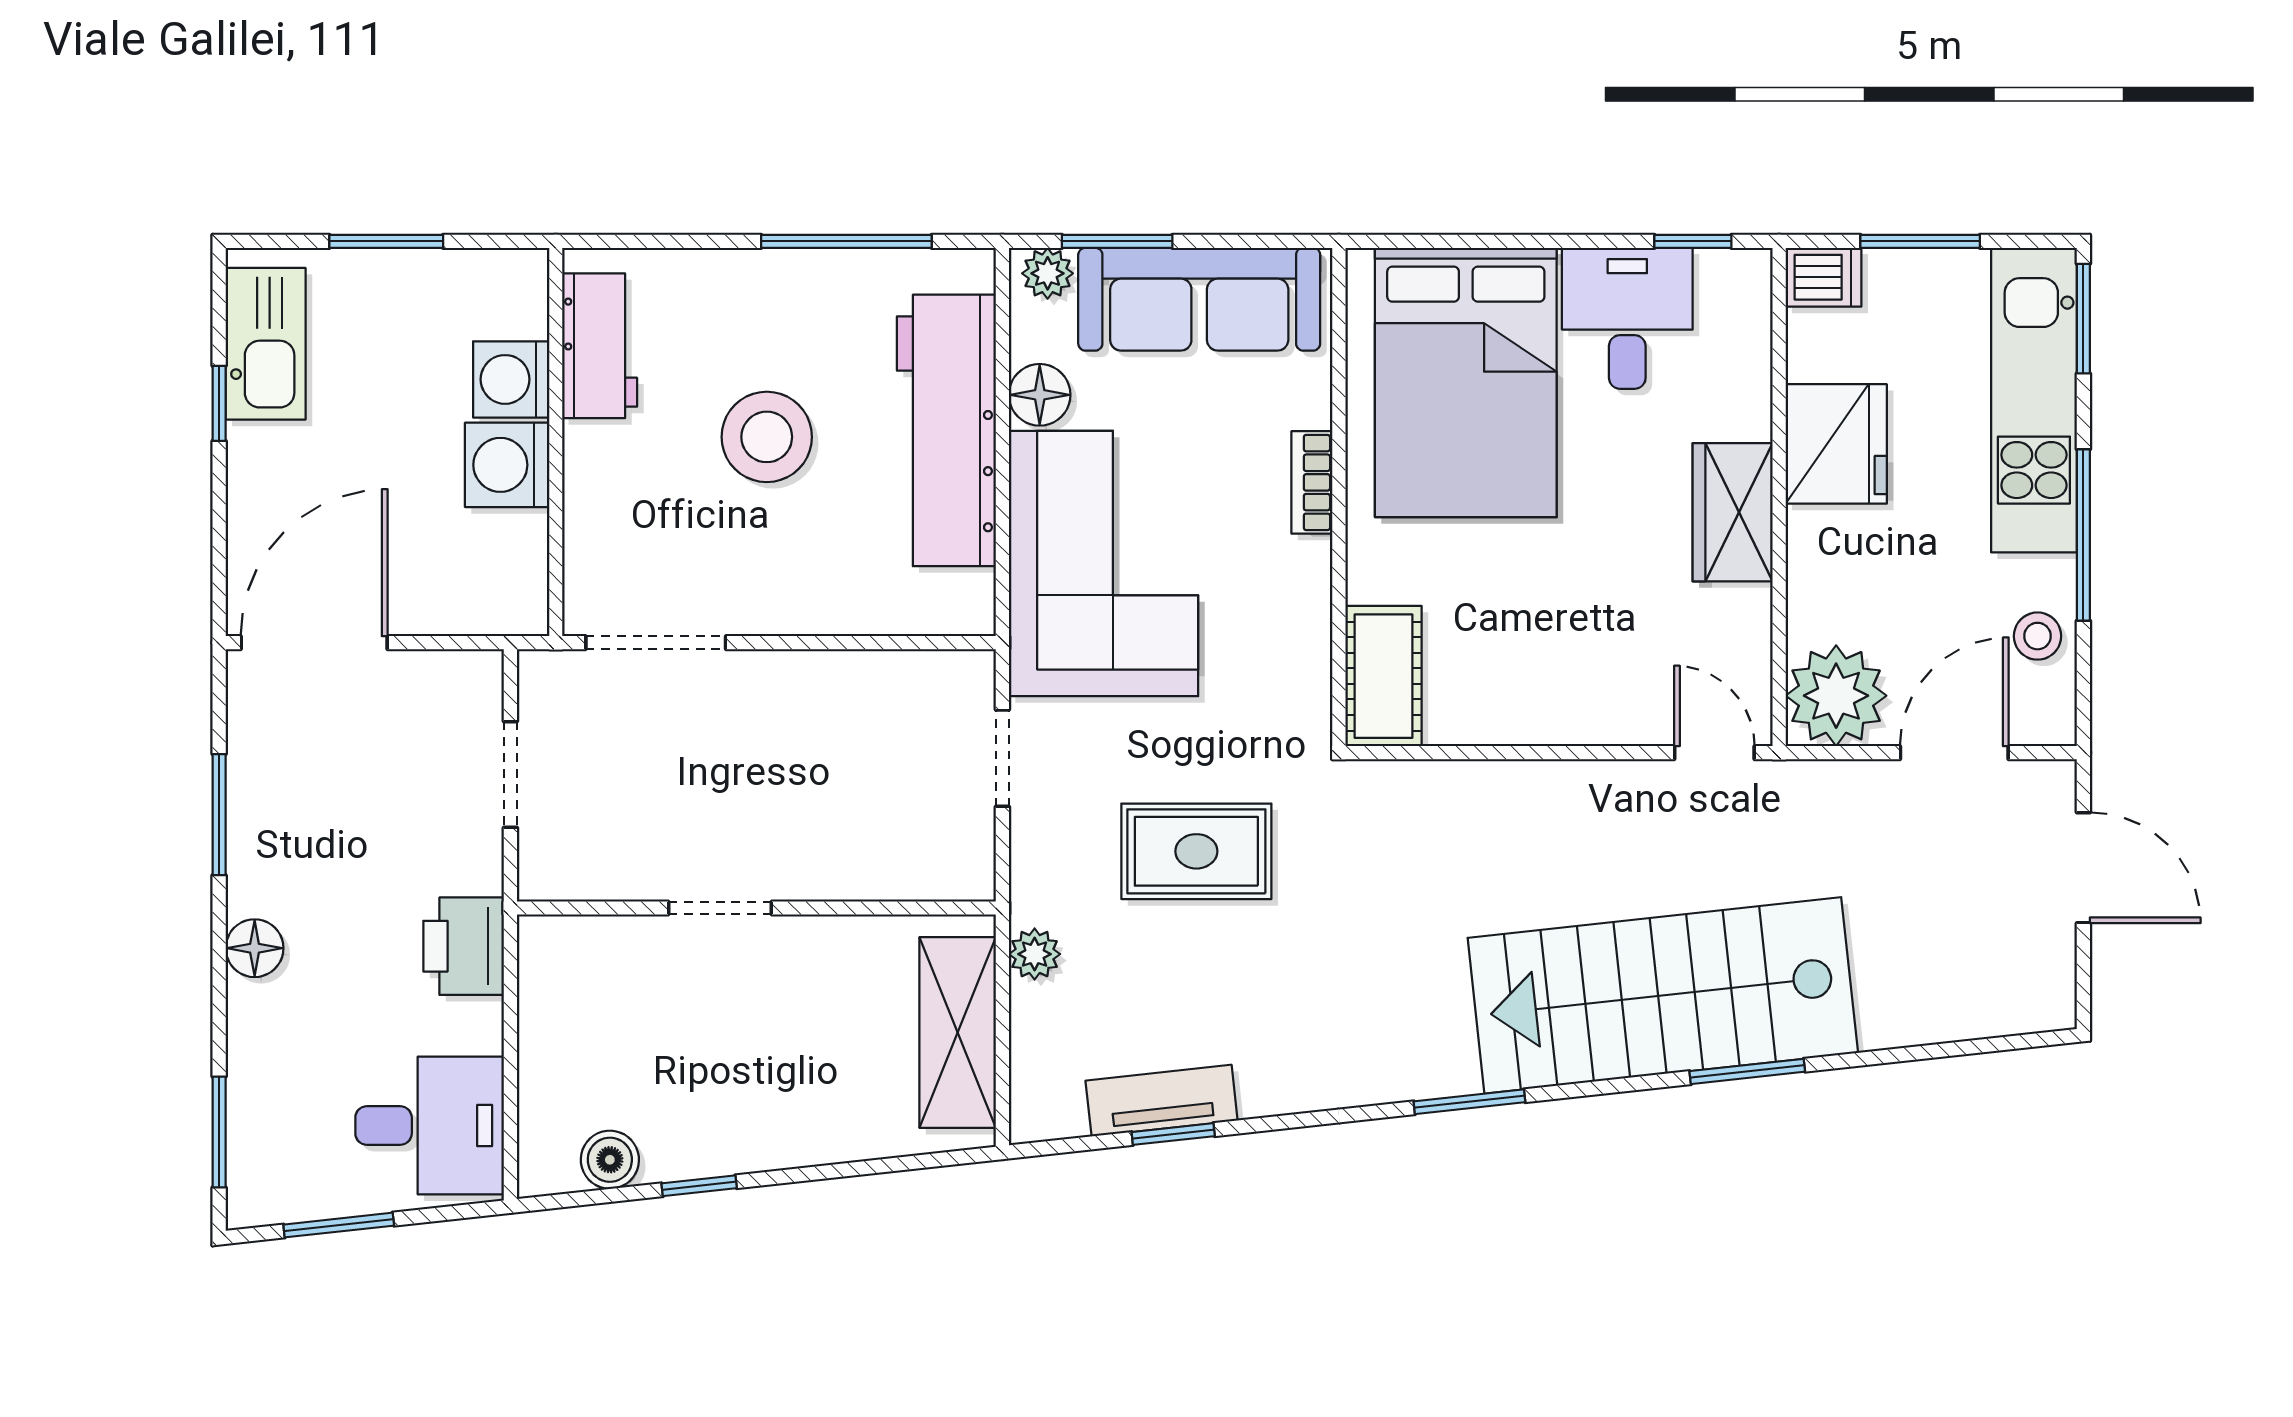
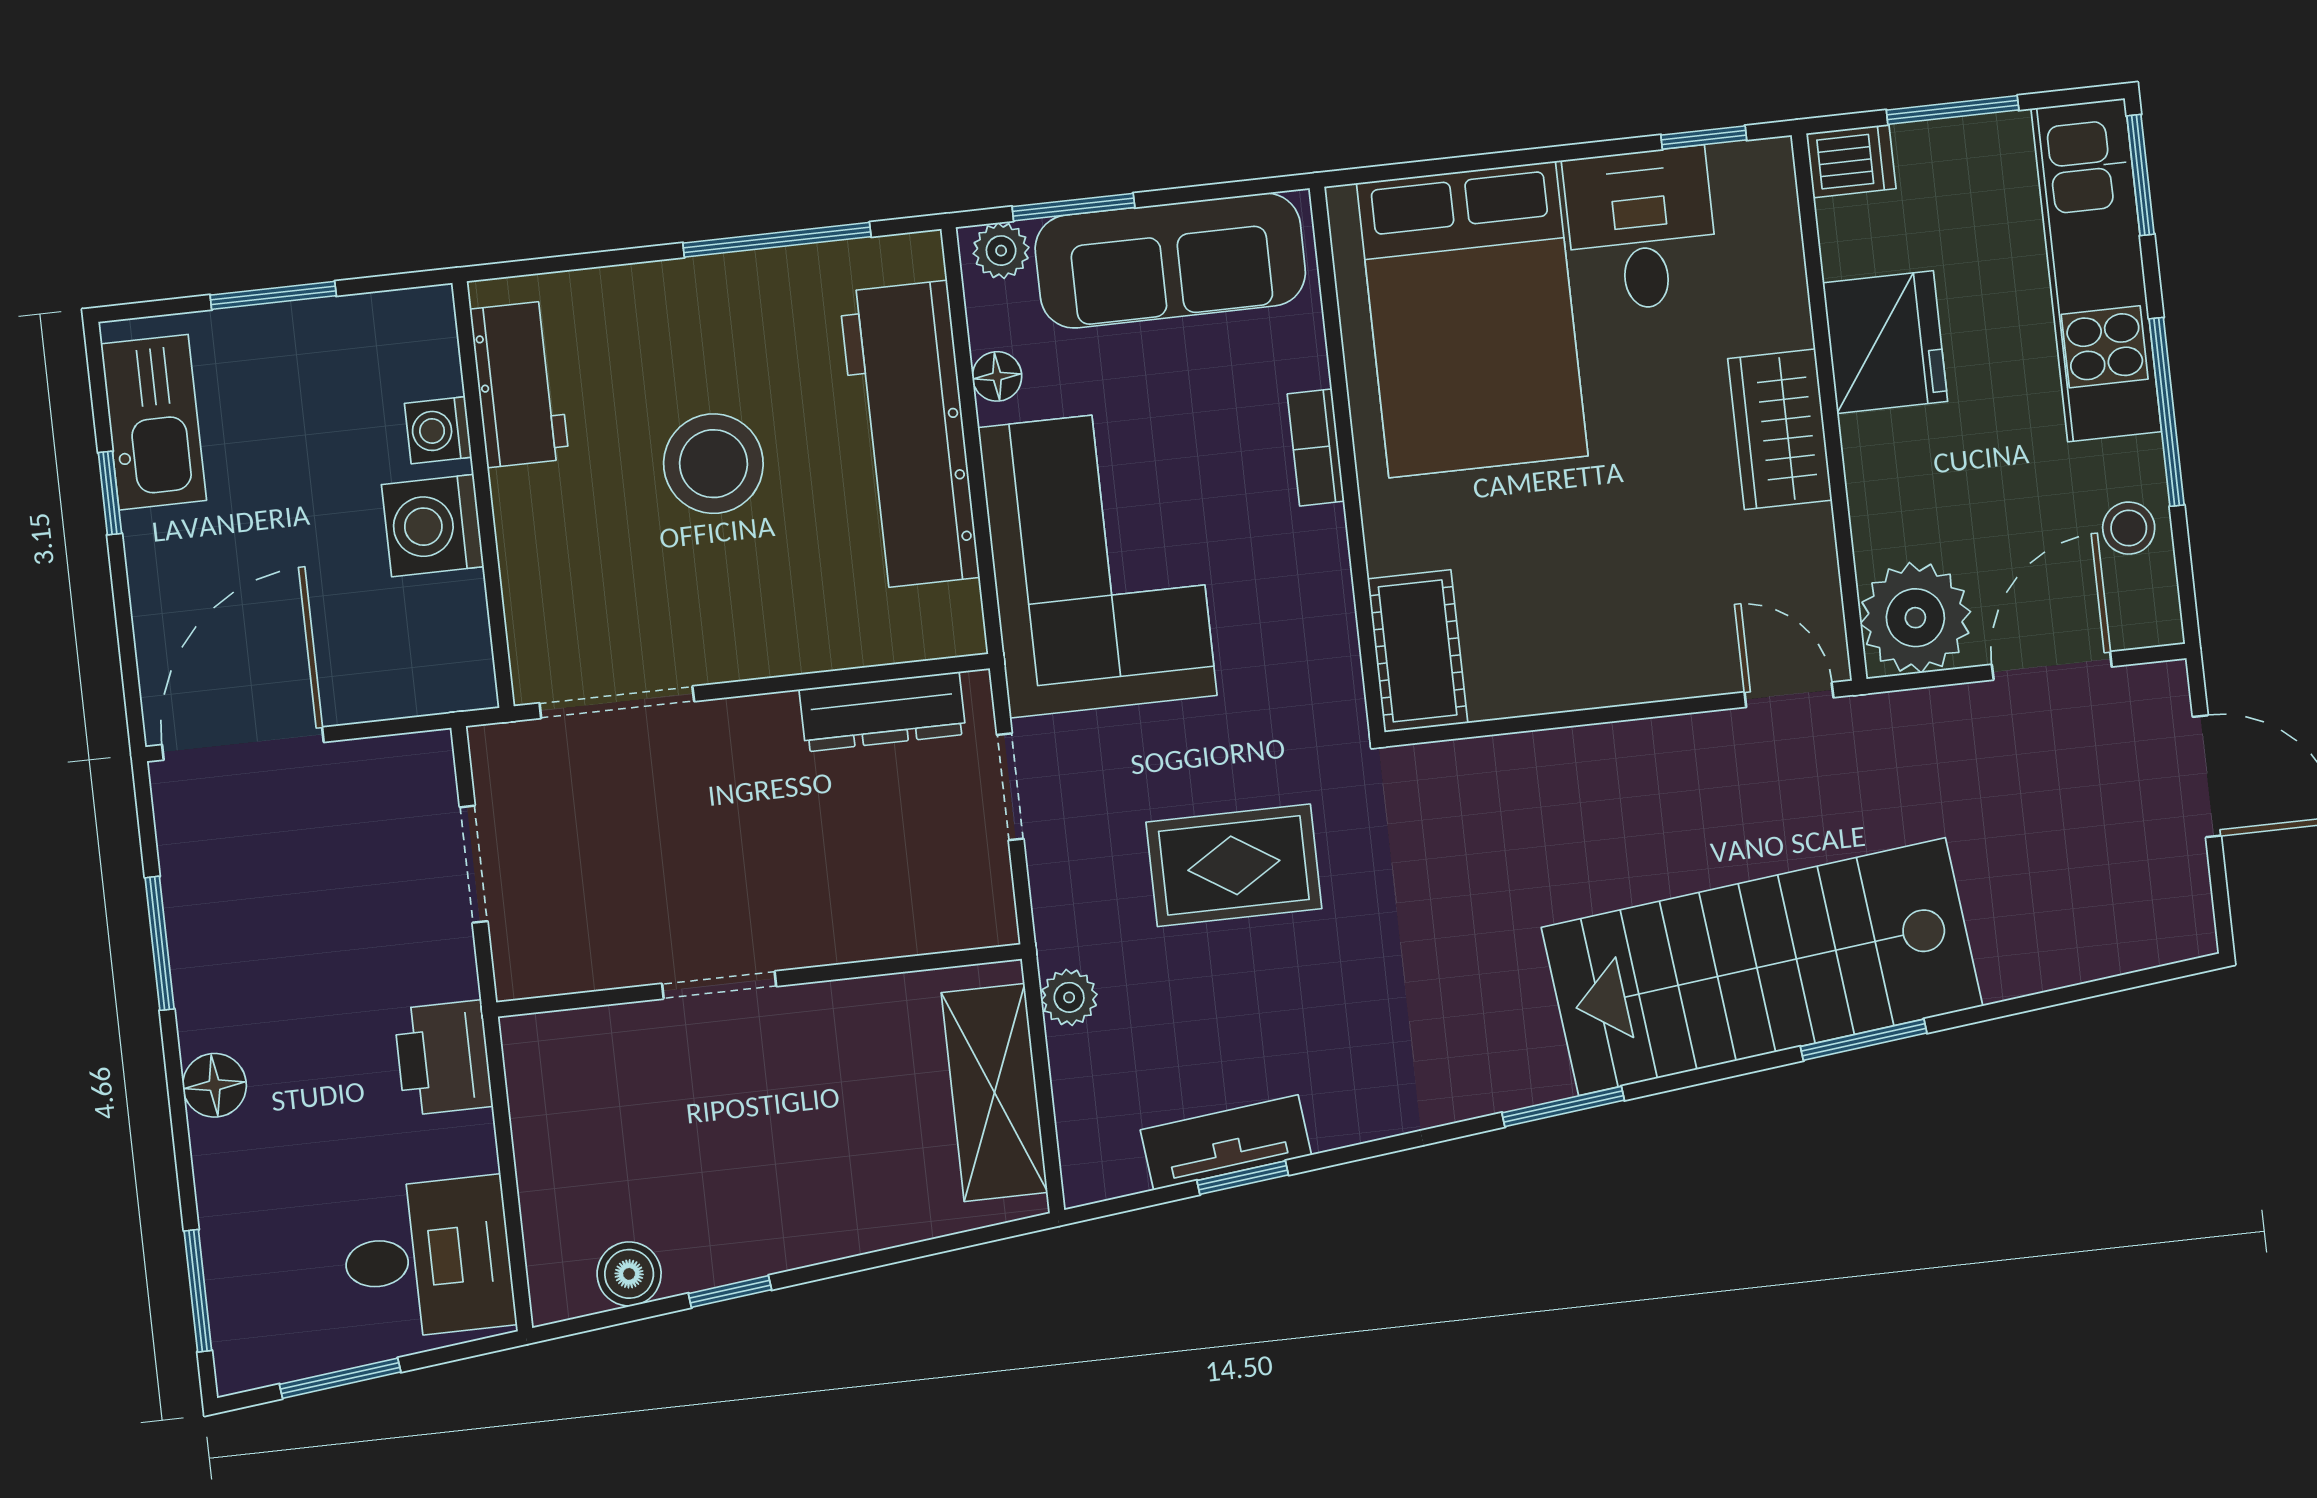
washing machine: (511, 379) -> (438, 430), width x0.73, depth x0.73
floor lamp: (1040, 395) -> (997, 376), width x0.73, depth x0.73
dresser: (895, 678) -> (882, 712), added

